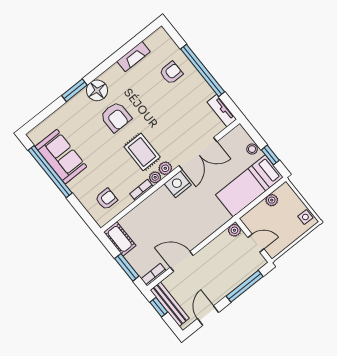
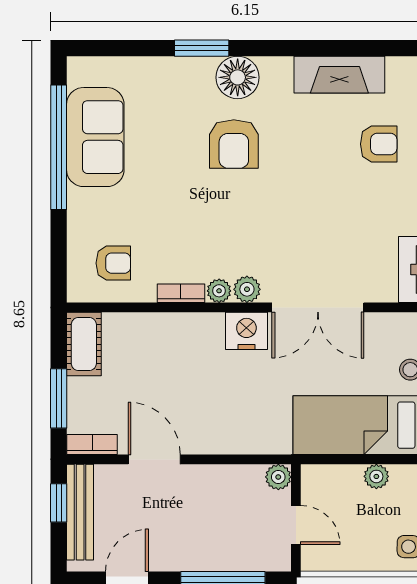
fireplace: (134, 57) -> (339, 75), width x1.37, depth x1.32
rug: (142, 152) -> (231, 233), removed

